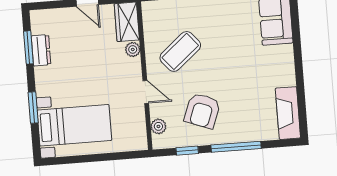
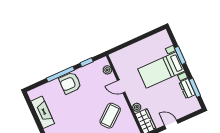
armchair: (202, 111) -> (70, 83), moved, turned -111
fireplace: (288, 113) -> (43, 112), moved
bed with nightstands: (74, 125) -> (161, 70), moved

